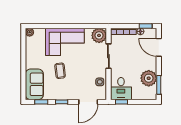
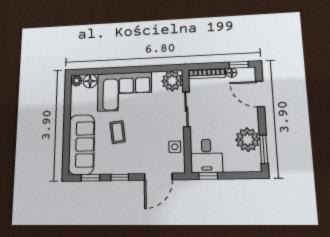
floor lamp: (40, 33) -> (90, 81), added
sofa: (34, 84) -> (81, 144), width x1.36

